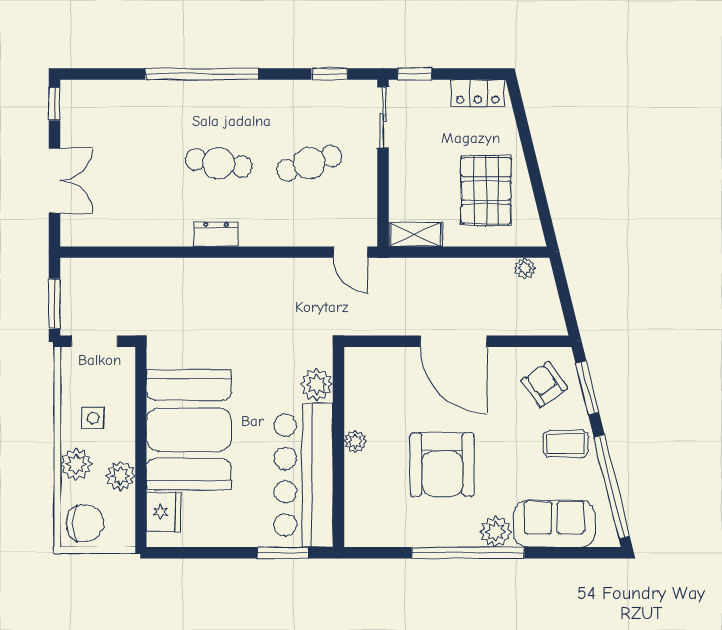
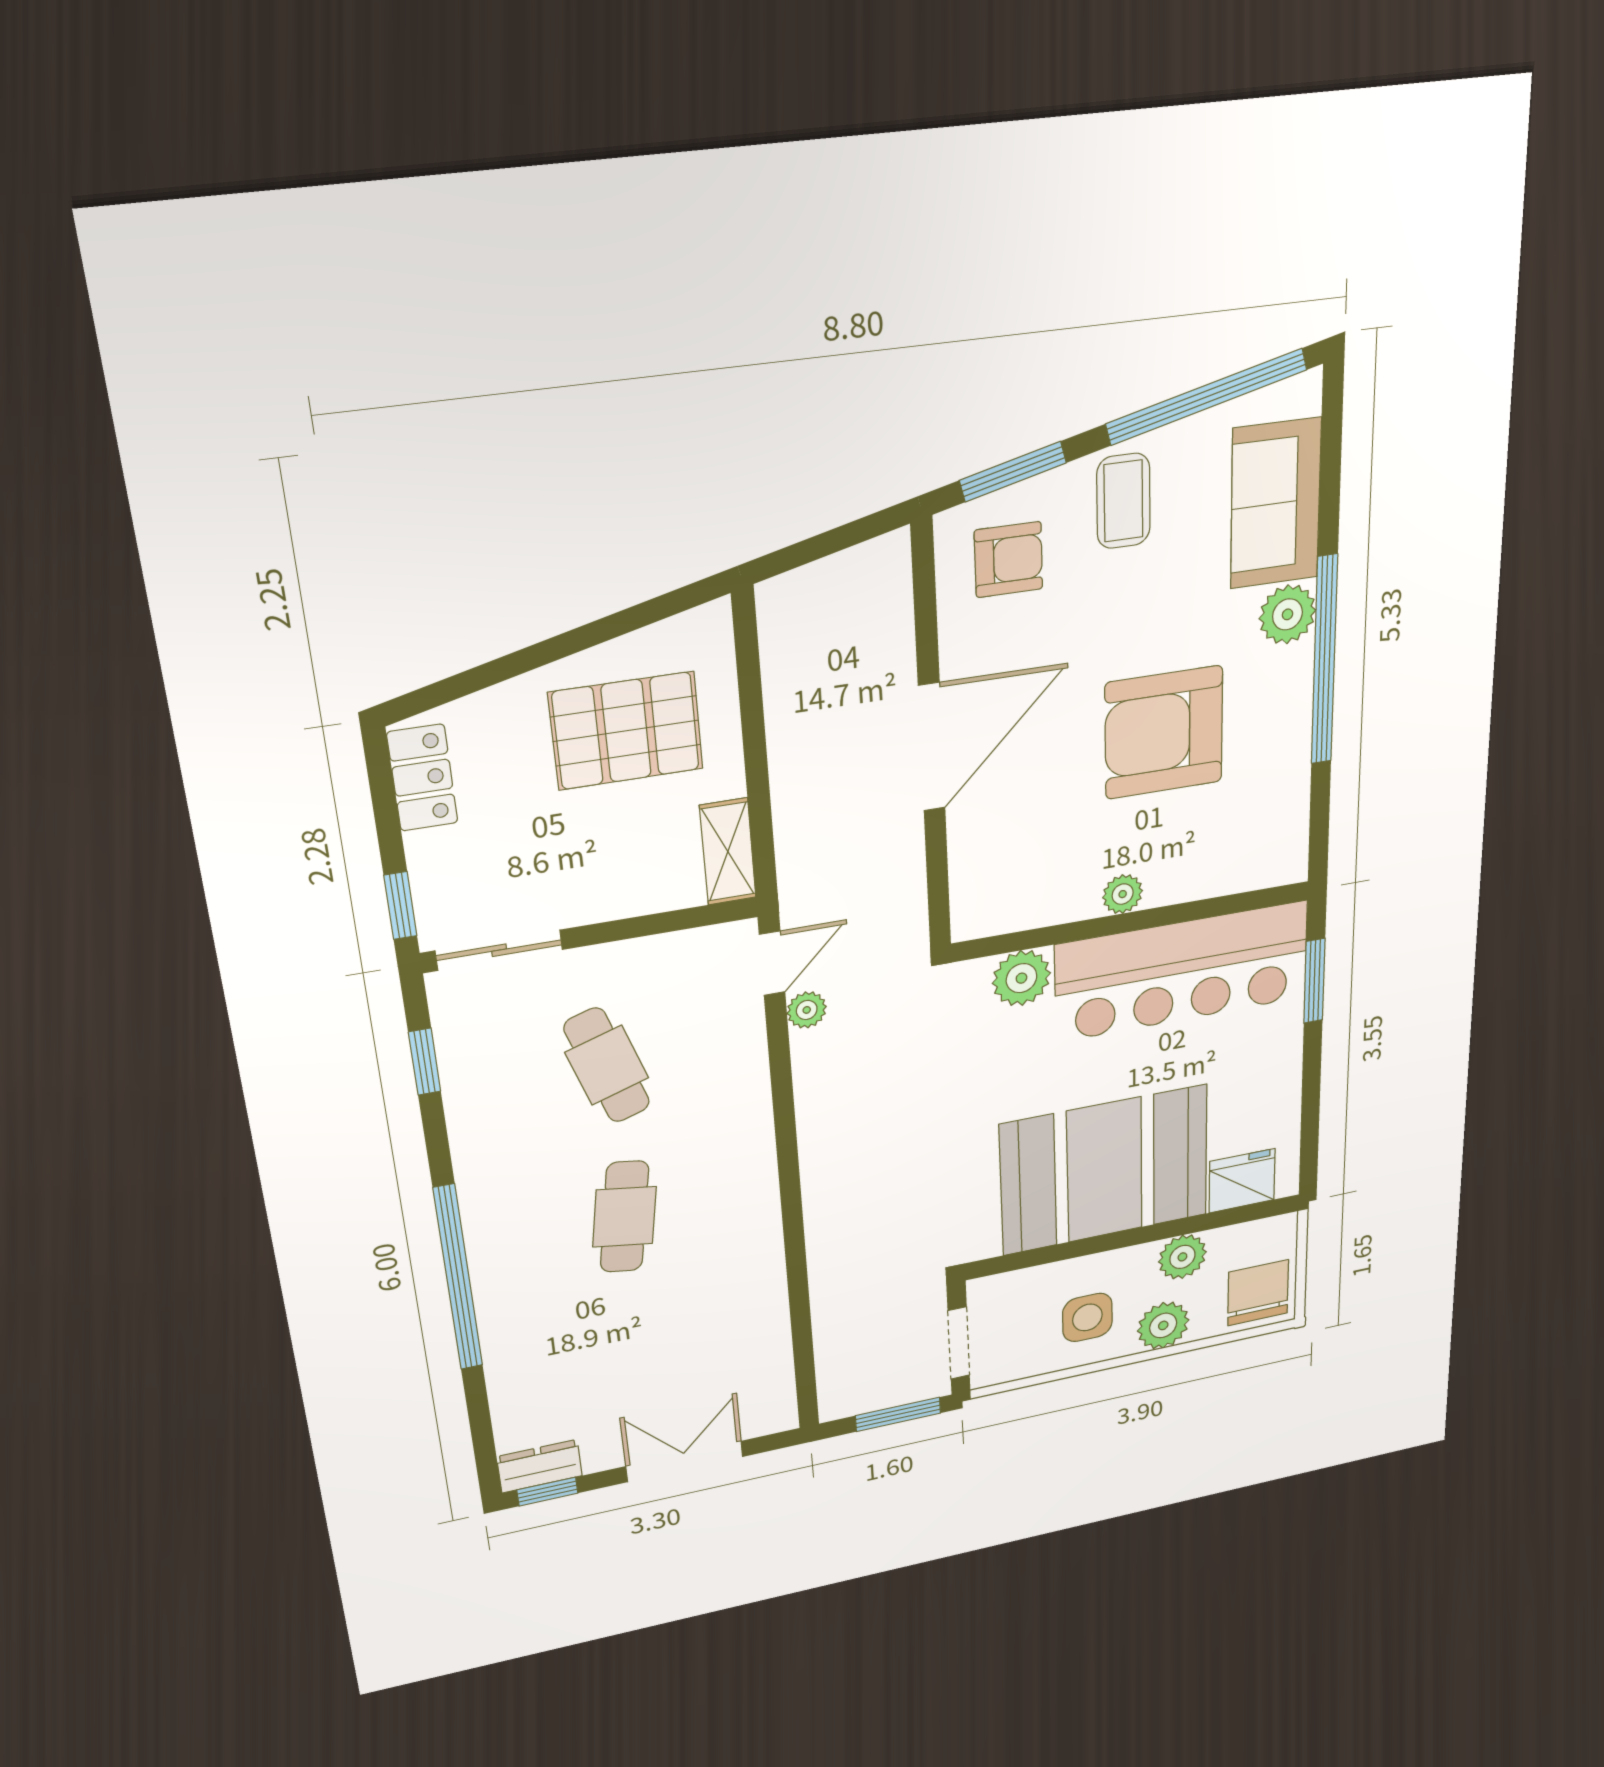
dresser: (216, 234) -> (540, 1466), moved, turned 90
plant: (525, 268) -> (807, 1010), moved
armchair: (544, 384) -> (1009, 560), turned -145
side table: (93, 418) -> (1087, 1317), width x1.37, depth x1.37
armchair: (442, 465) -> (1164, 733), turned 180

